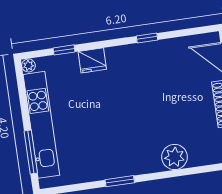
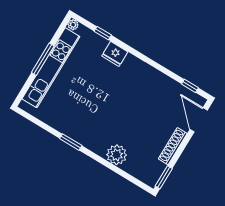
window: (147, 38) -> (190, 86), moved
window: (31, 152) -> (43, 59), moved

